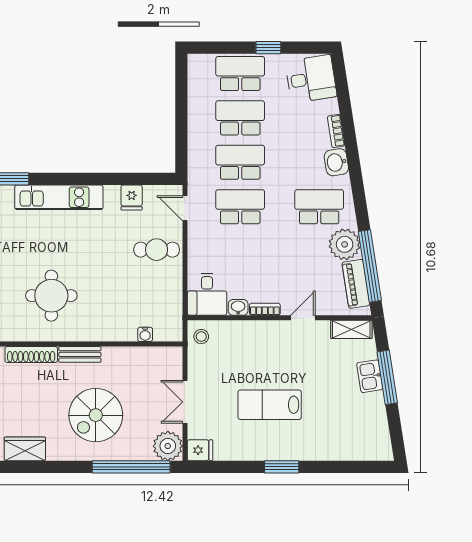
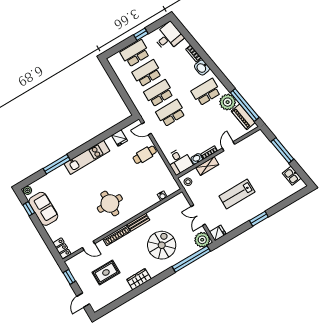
shelving: (351, 329) -> (207, 166), moved
kitchen sink: (370, 376) -> (292, 176), moved
spiral stairs: (96, 415) -> (162, 245), turned 180

